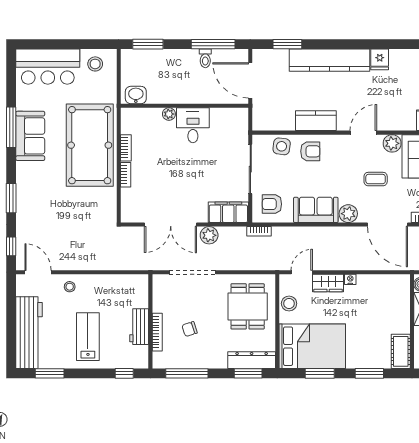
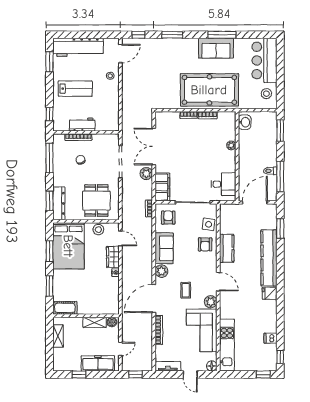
desk: (193, 125) -> (223, 184), moved
dining table: (248, 306) -> (96, 201), turned 90

